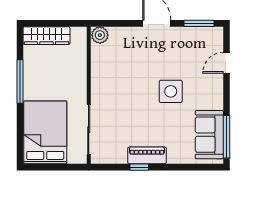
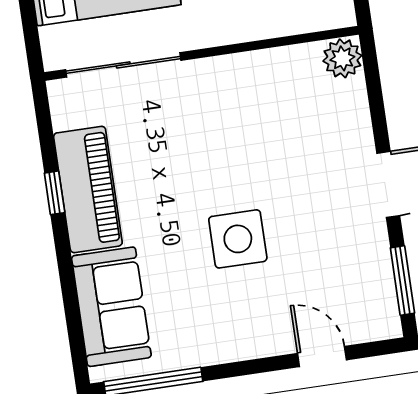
sofa: (209, 135) -> (111, 307), moved, turned 90
piano: (147, 155) -> (88, 189), width x1.37, depth x1.33

